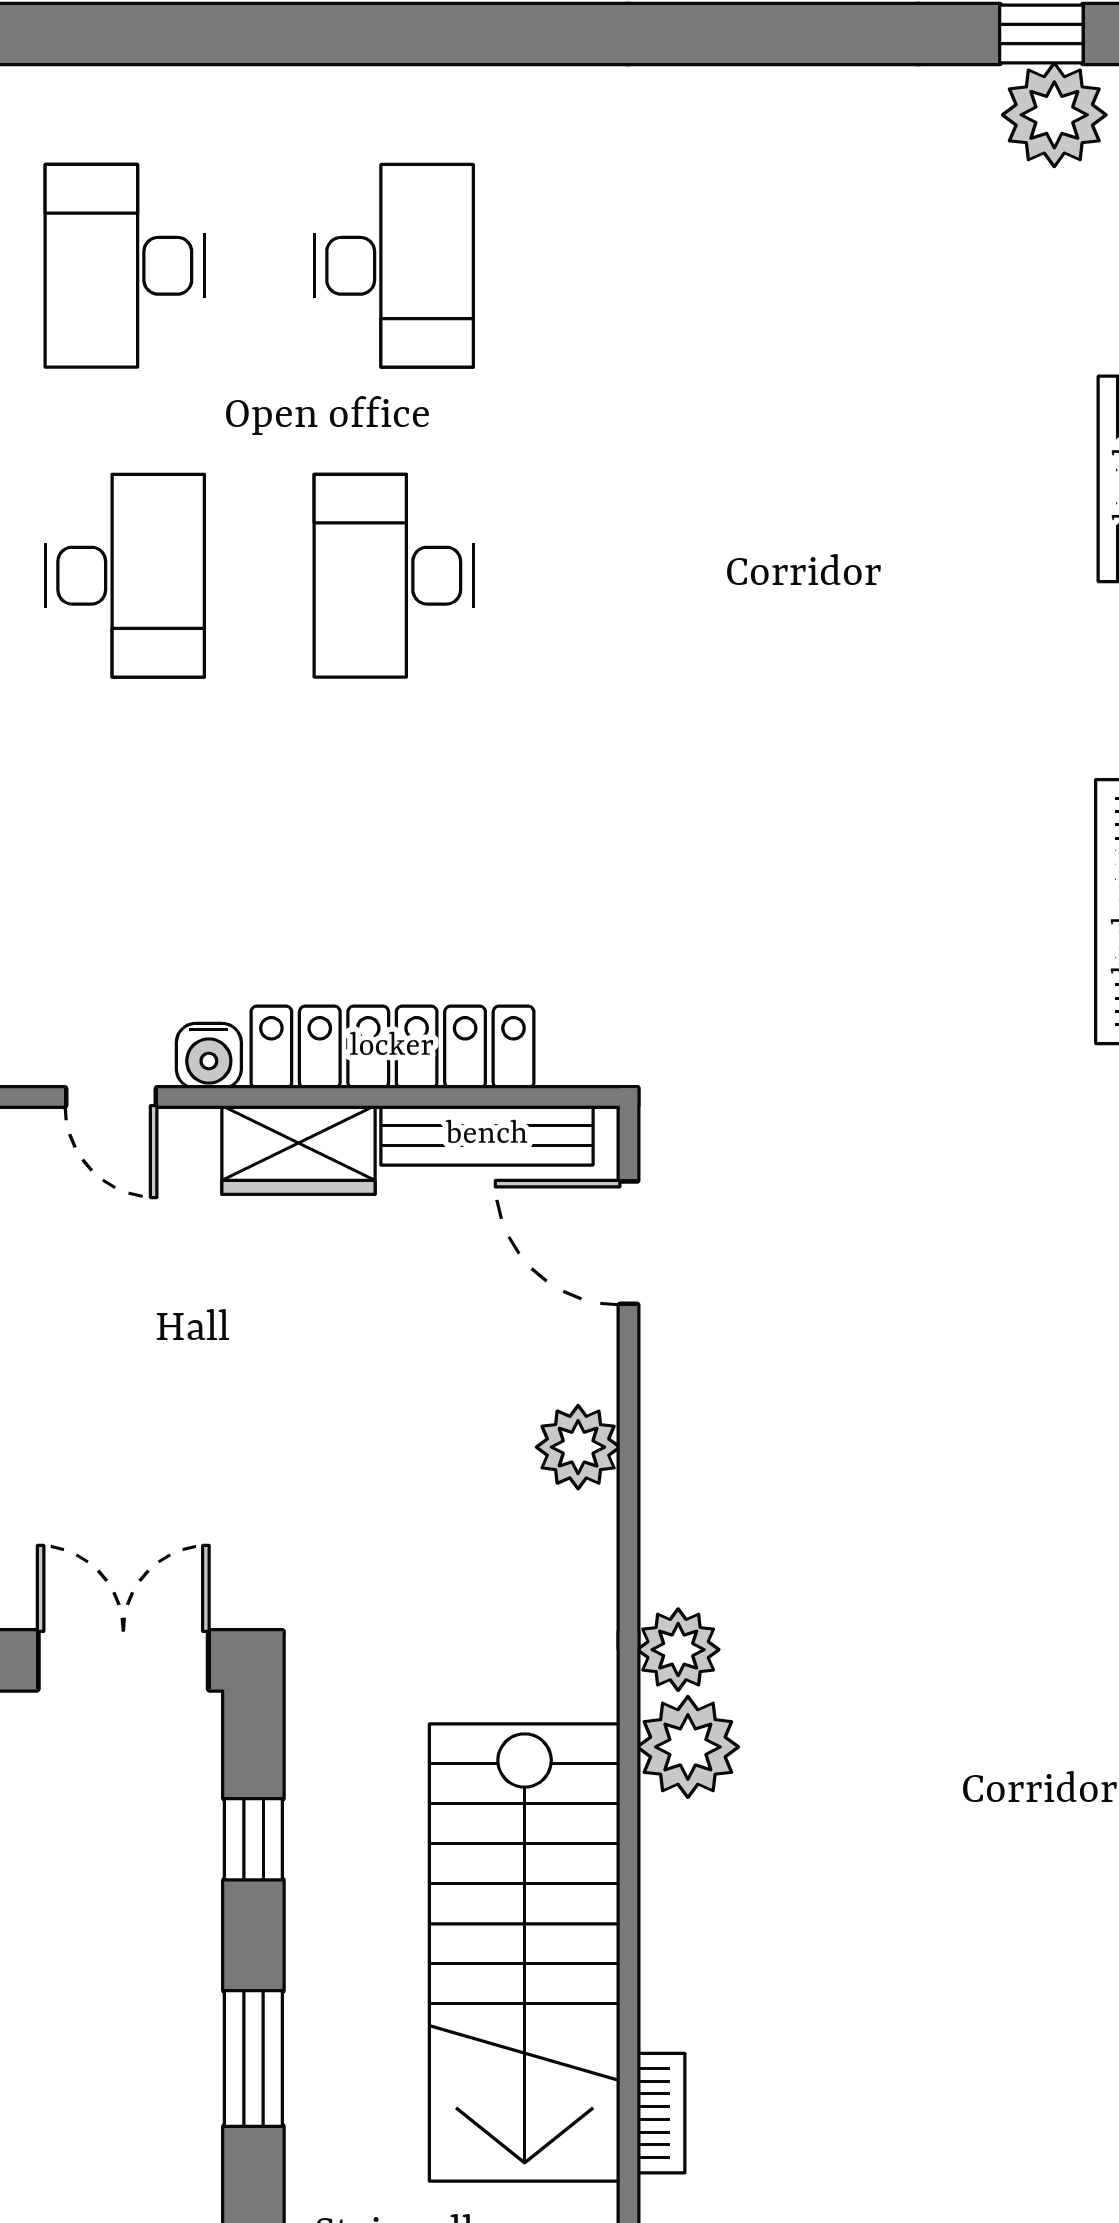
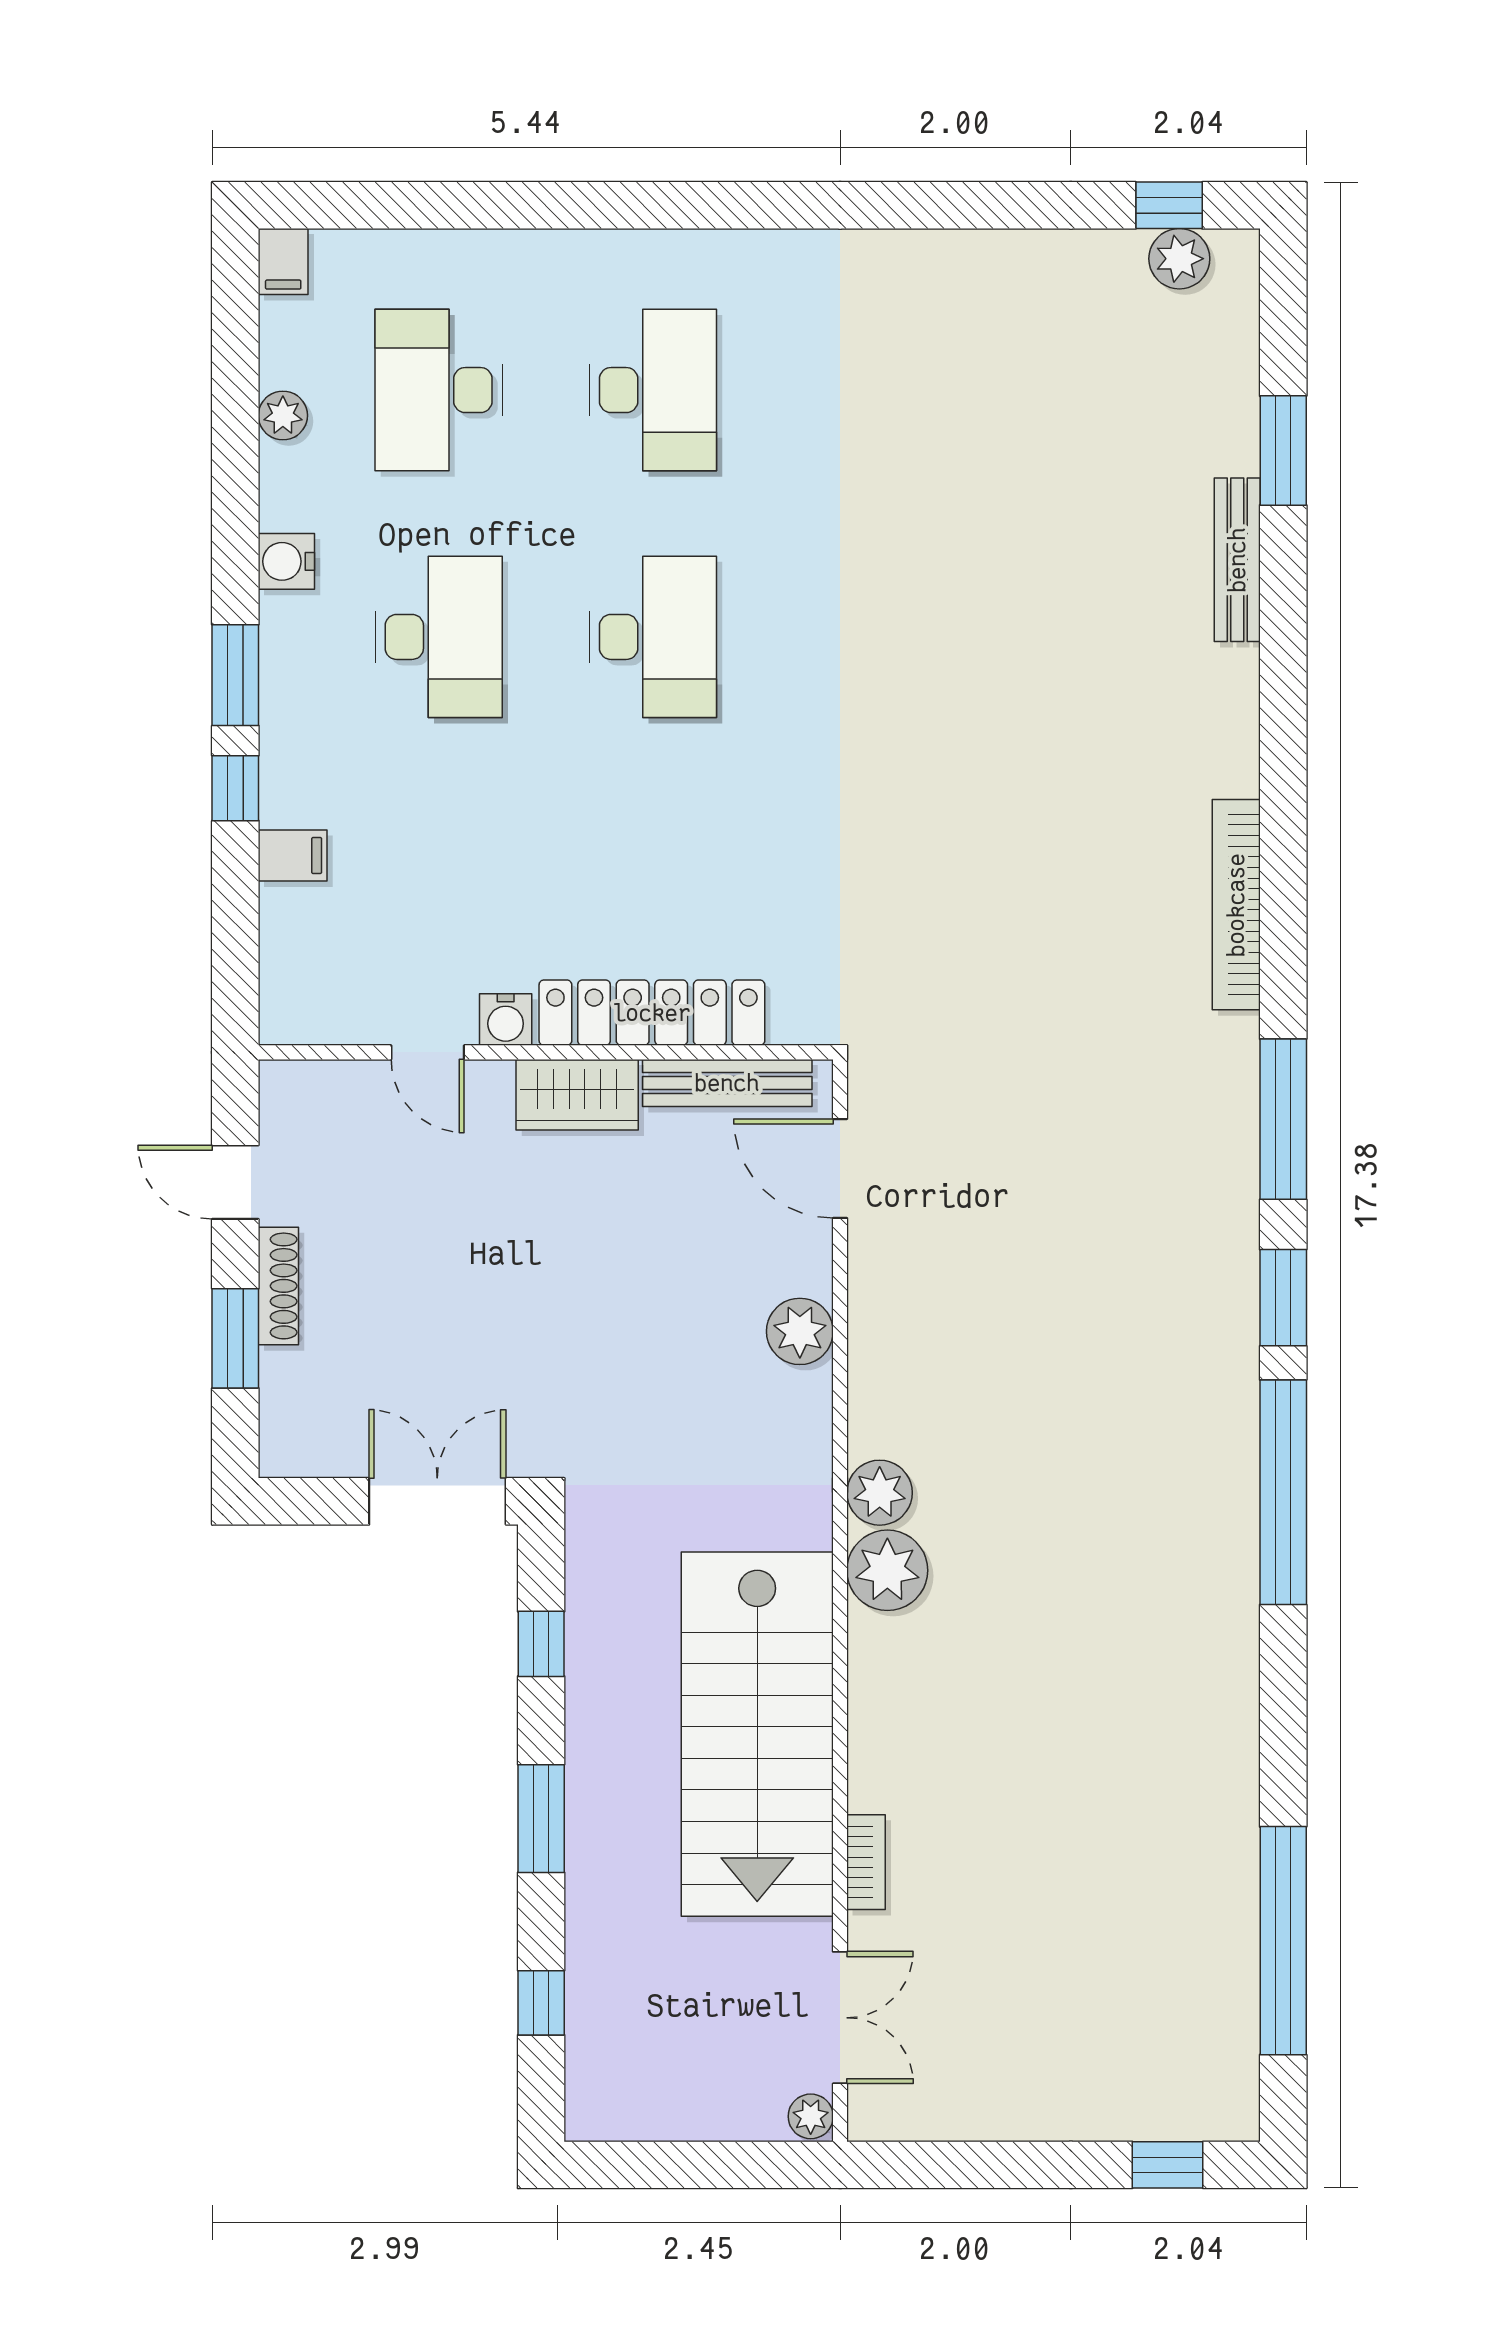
plant: (1054, 115) -> (1179, 259), width x0.73, depth x0.73
desk: (394, 576) -> (653, 637), turned 180

